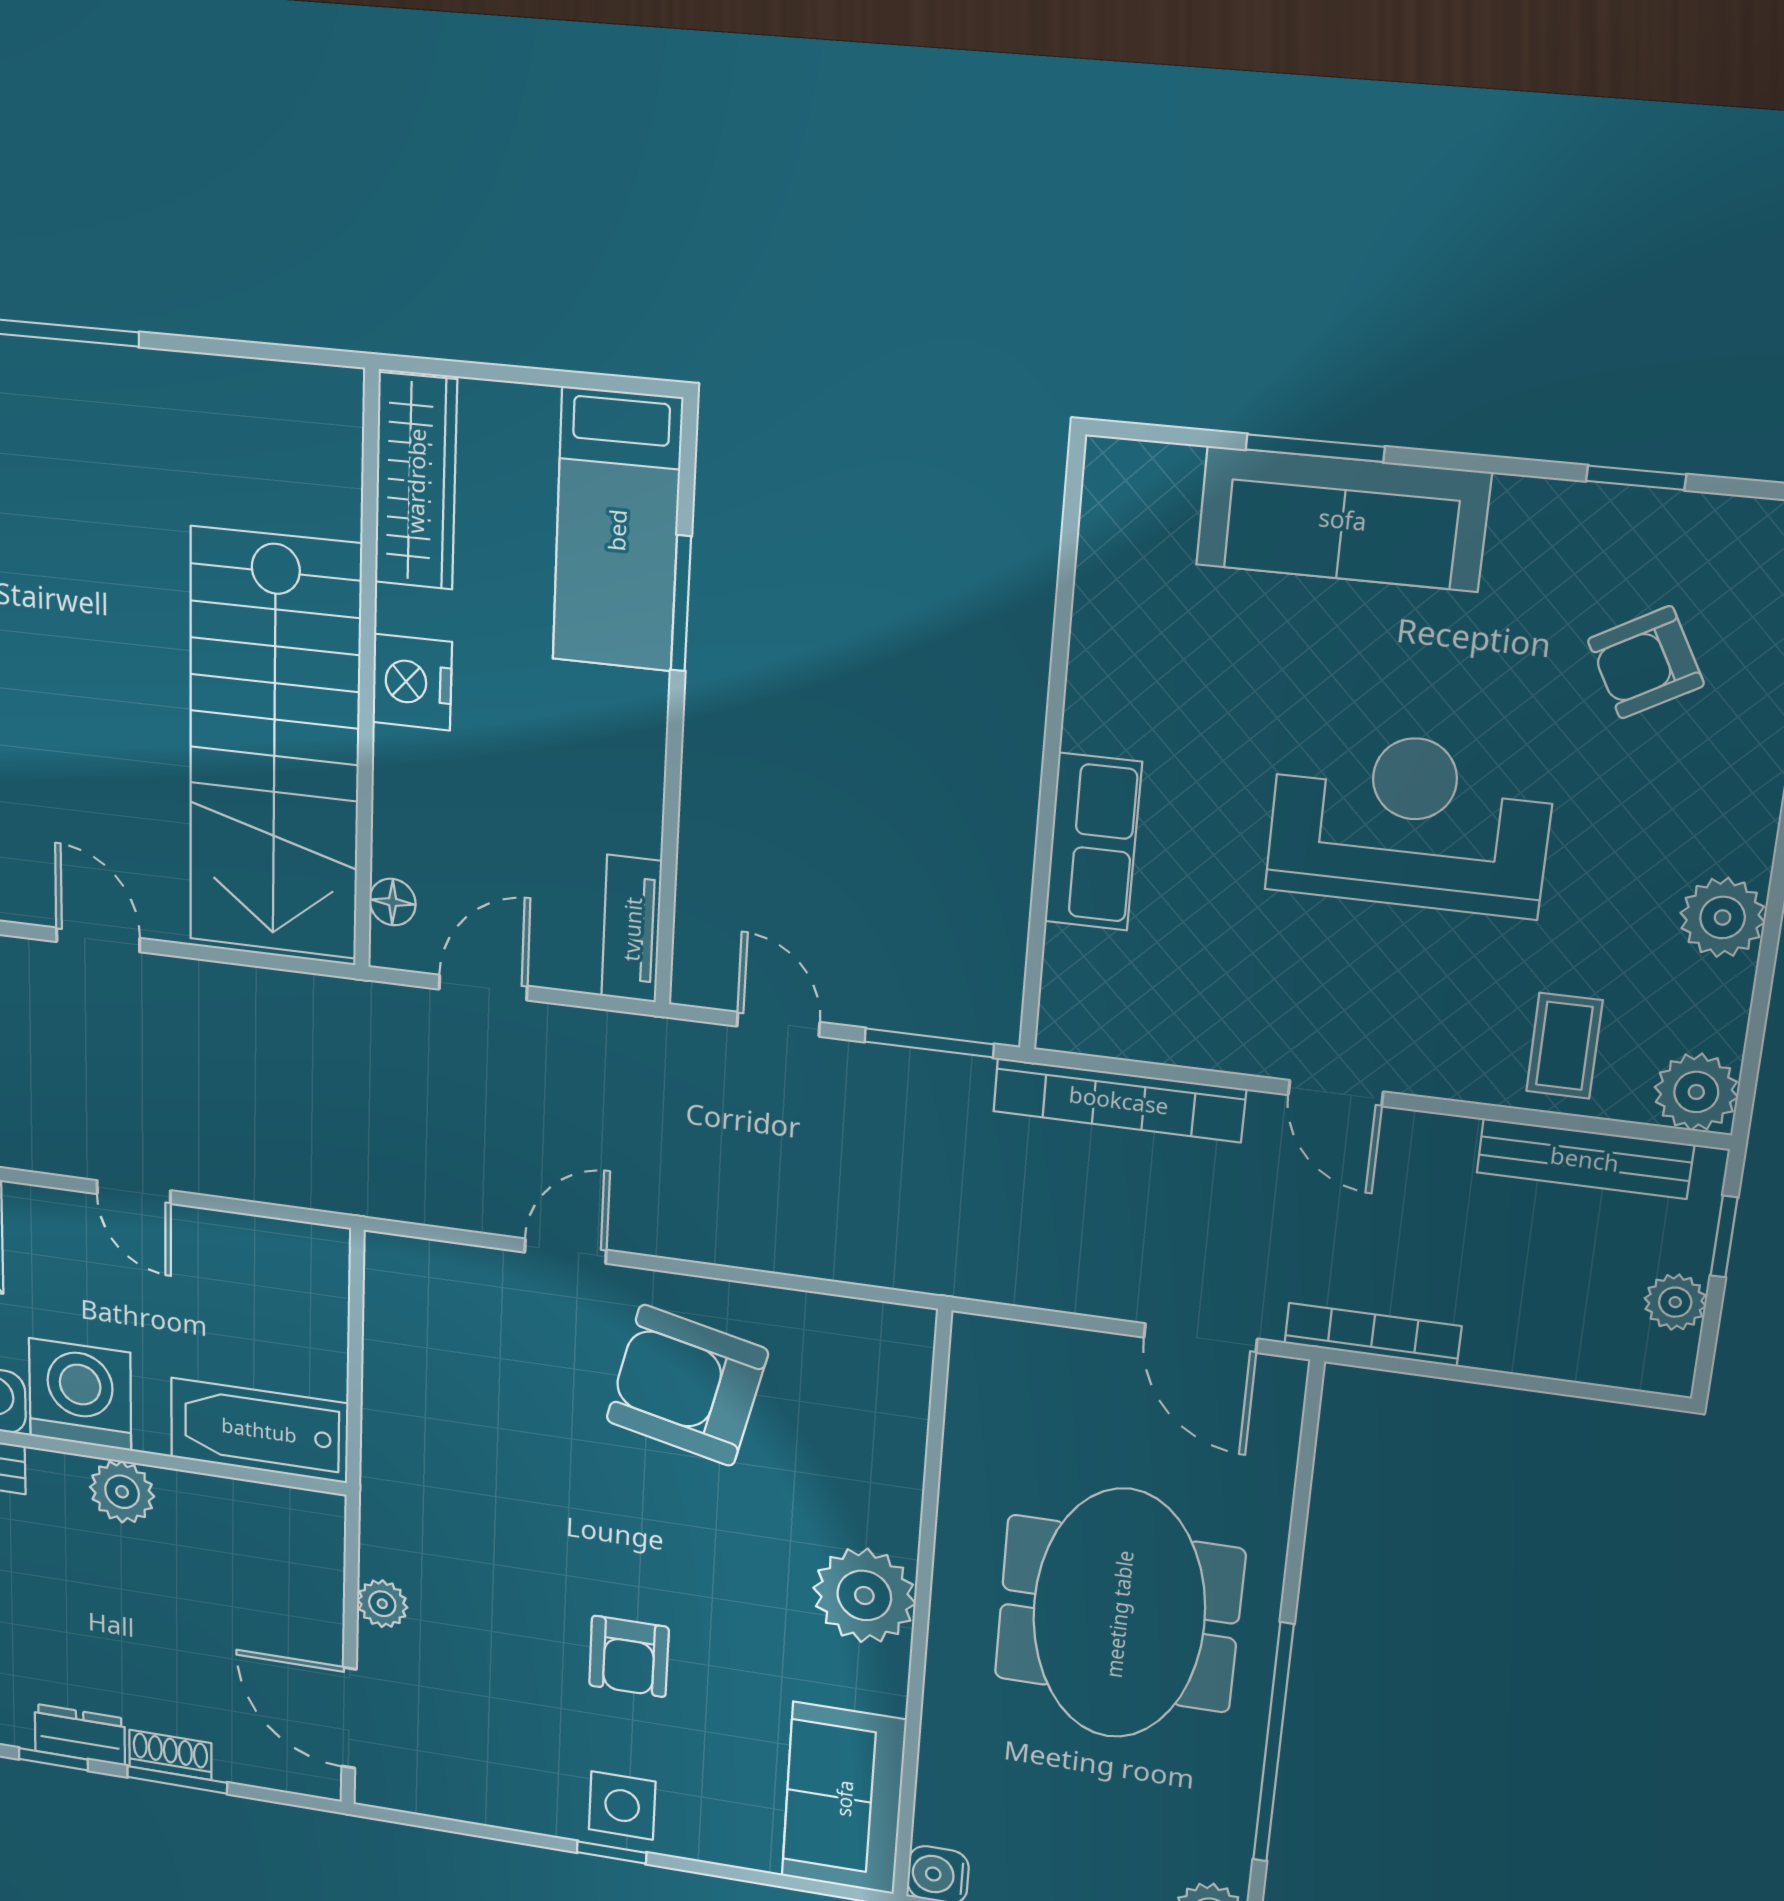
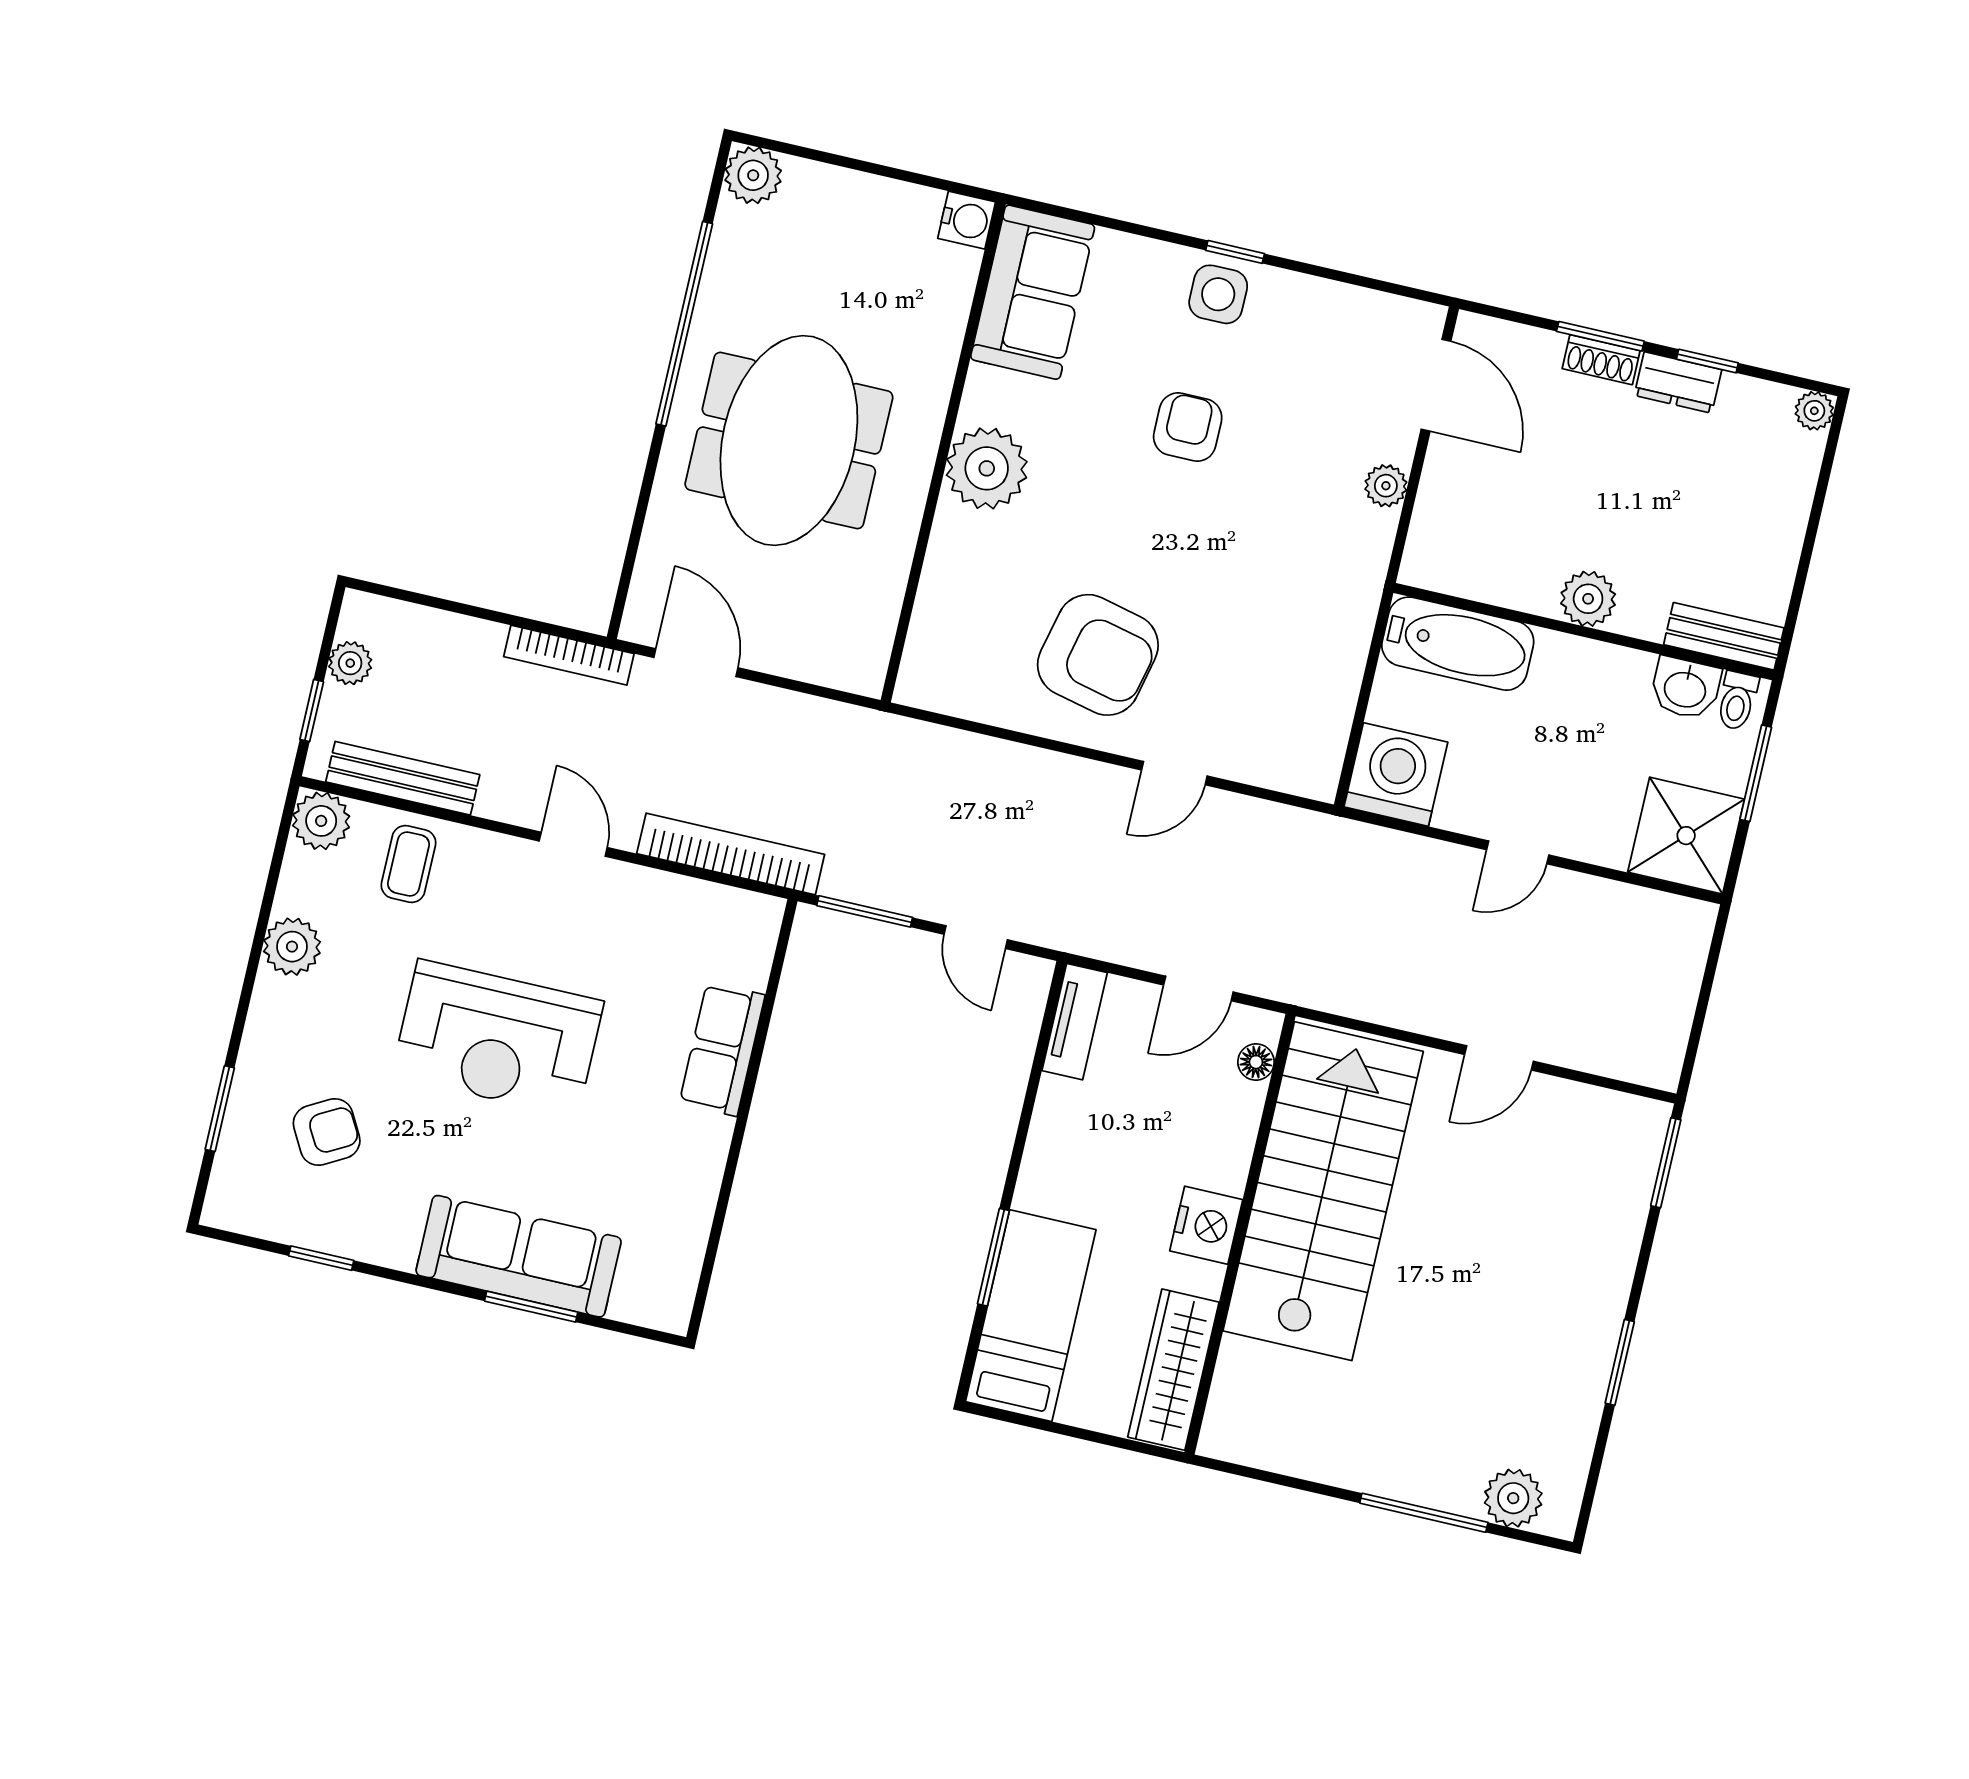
door: (98, 940) -> (1499, 1058), hinge flipped
door: (134, 1192) -> (1518, 852), swing flipped
washing machine: (80, 1394) -> (1396, 775), moved, turned 180

